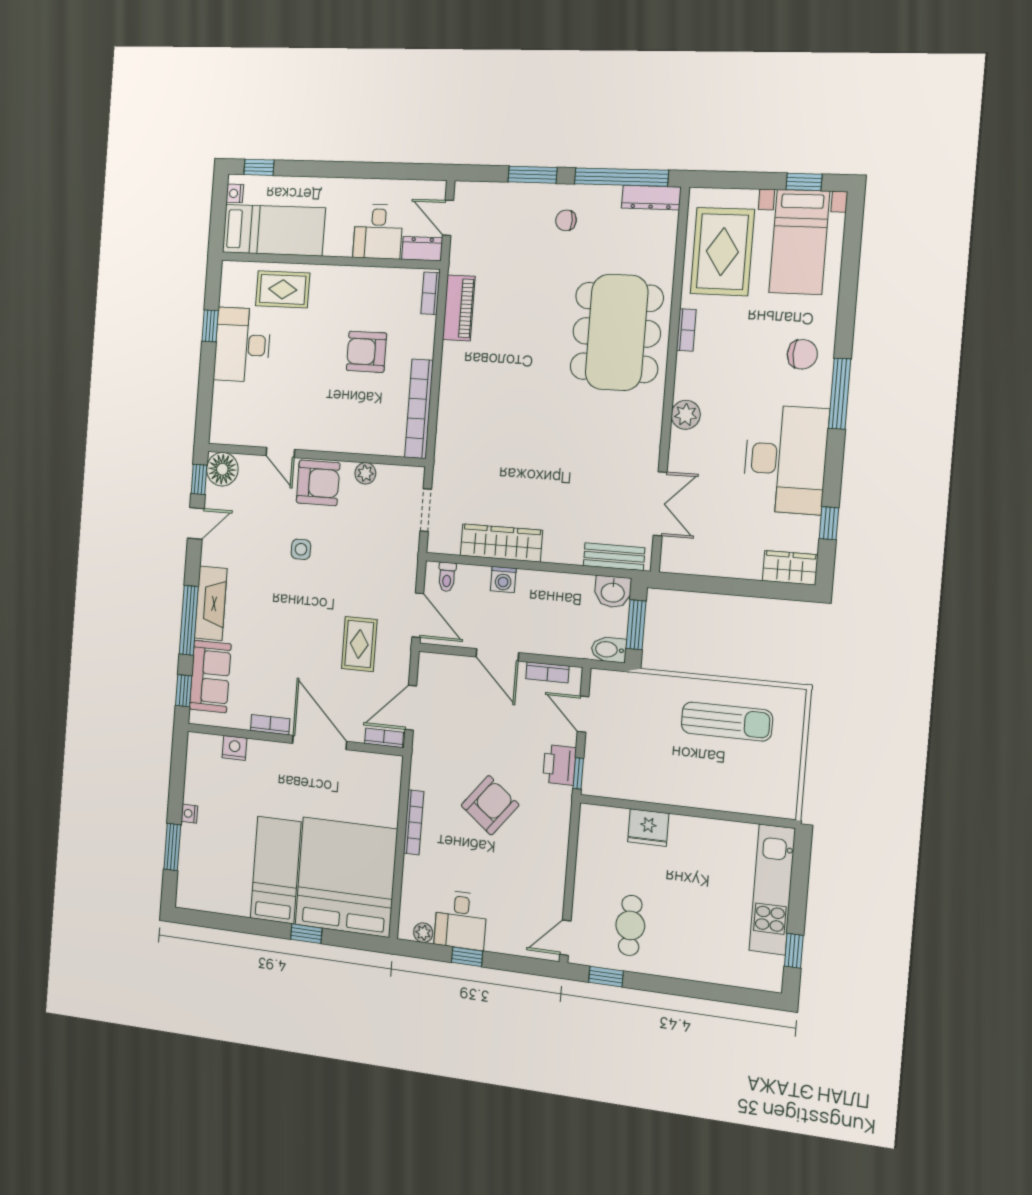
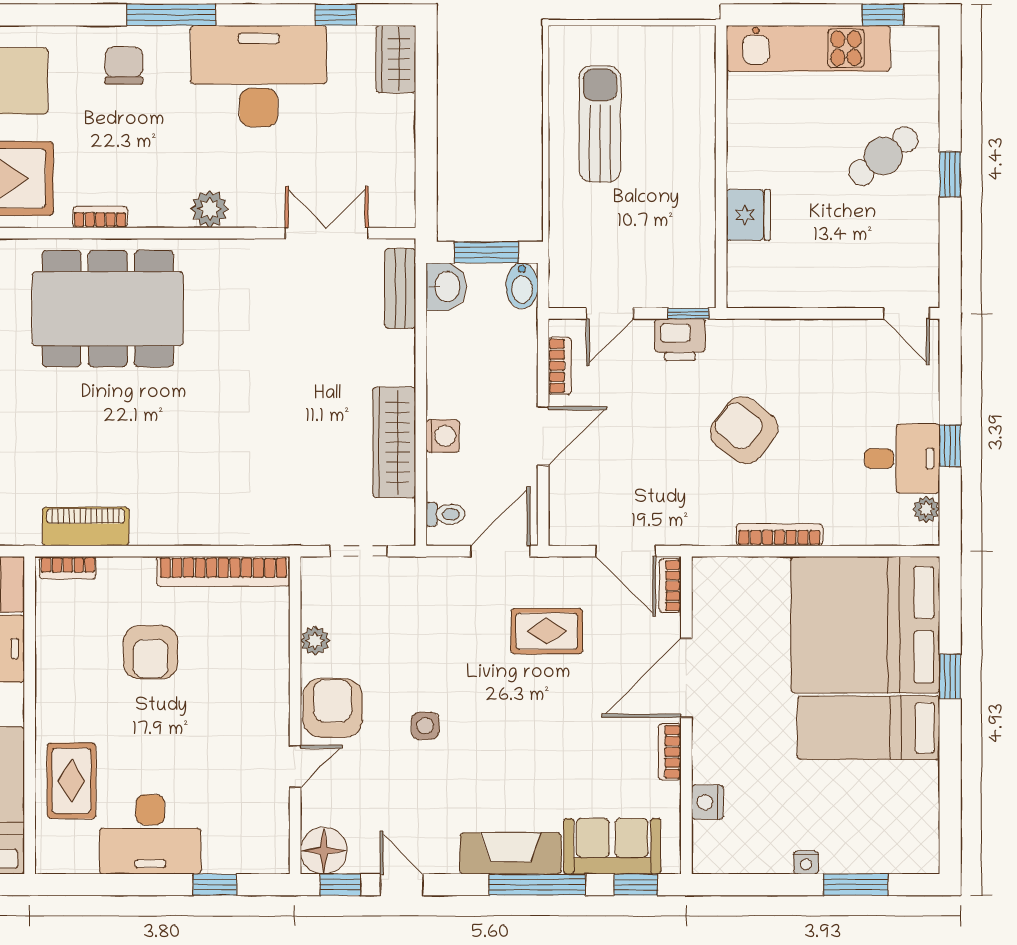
window: (210, 326) -> (215, 885), moved
cafe table: (630, 925) -> (883, 156), moved, turned -37
window: (606, 977) -> (950, 174), moved

